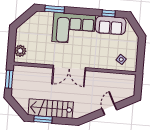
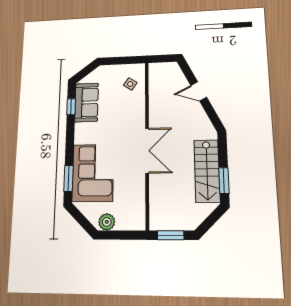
corner sofa: (74, 29) -> (93, 173), moved
plant: (20, 51) -> (107, 222), moved

